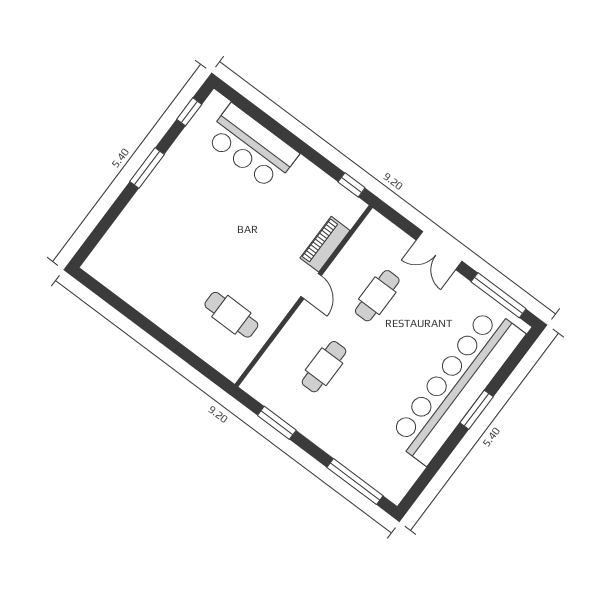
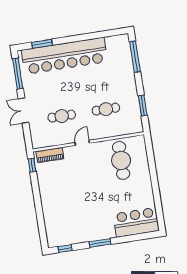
bar counter: (251, 147) -> (136, 222), moved, turned -90
piano: (325, 244) -> (50, 155), moved
double door: (439, 251) -> (24, 111), swing flipped
cafe table: (231, 315) -> (121, 160), width x1.37, depth x1.35
window: (477, 410) -> (42, 44), moved

